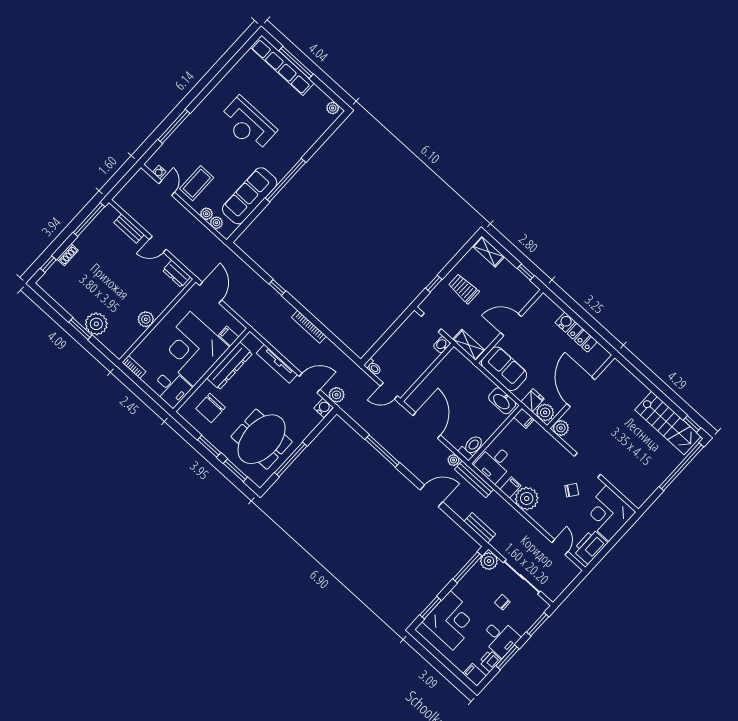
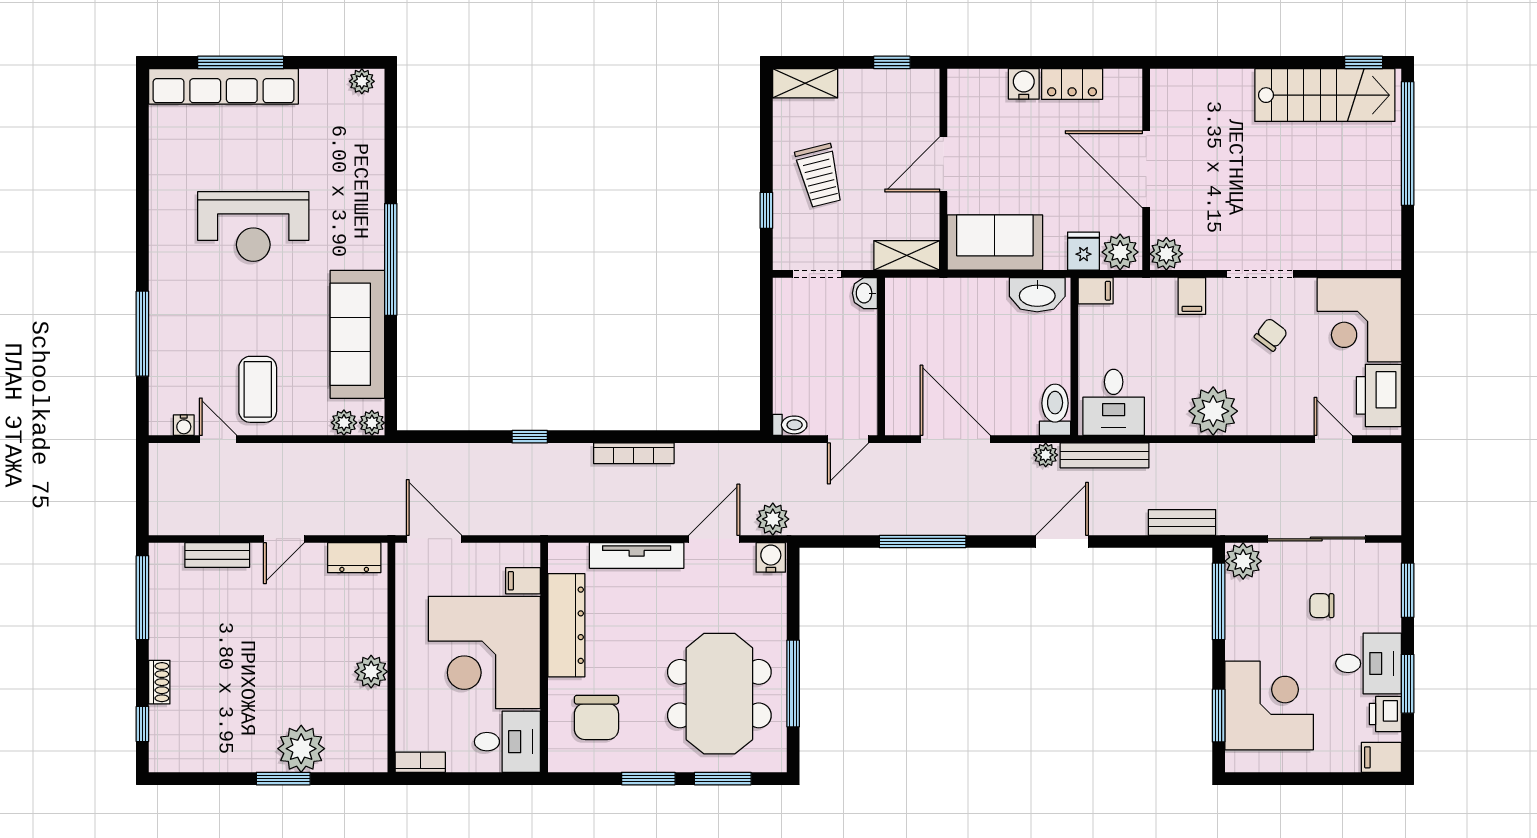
plant: (206, 214) -> (372, 423), moved
trolley: (464, 289) -> (819, 176), turned -104
filing cabinet: (510, 488) -> (1192, 296), moved, turned 180

